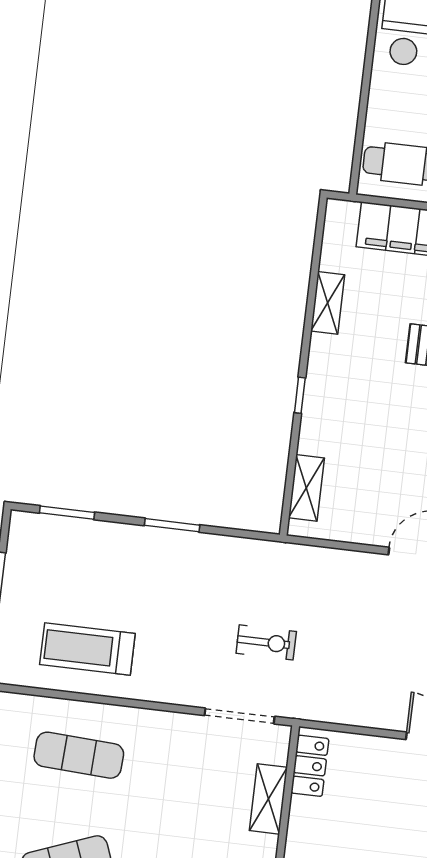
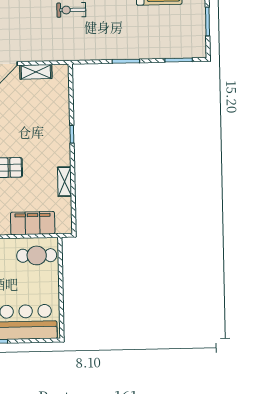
shelving: (306, 488) -> (36, 72), moved, turned 90

